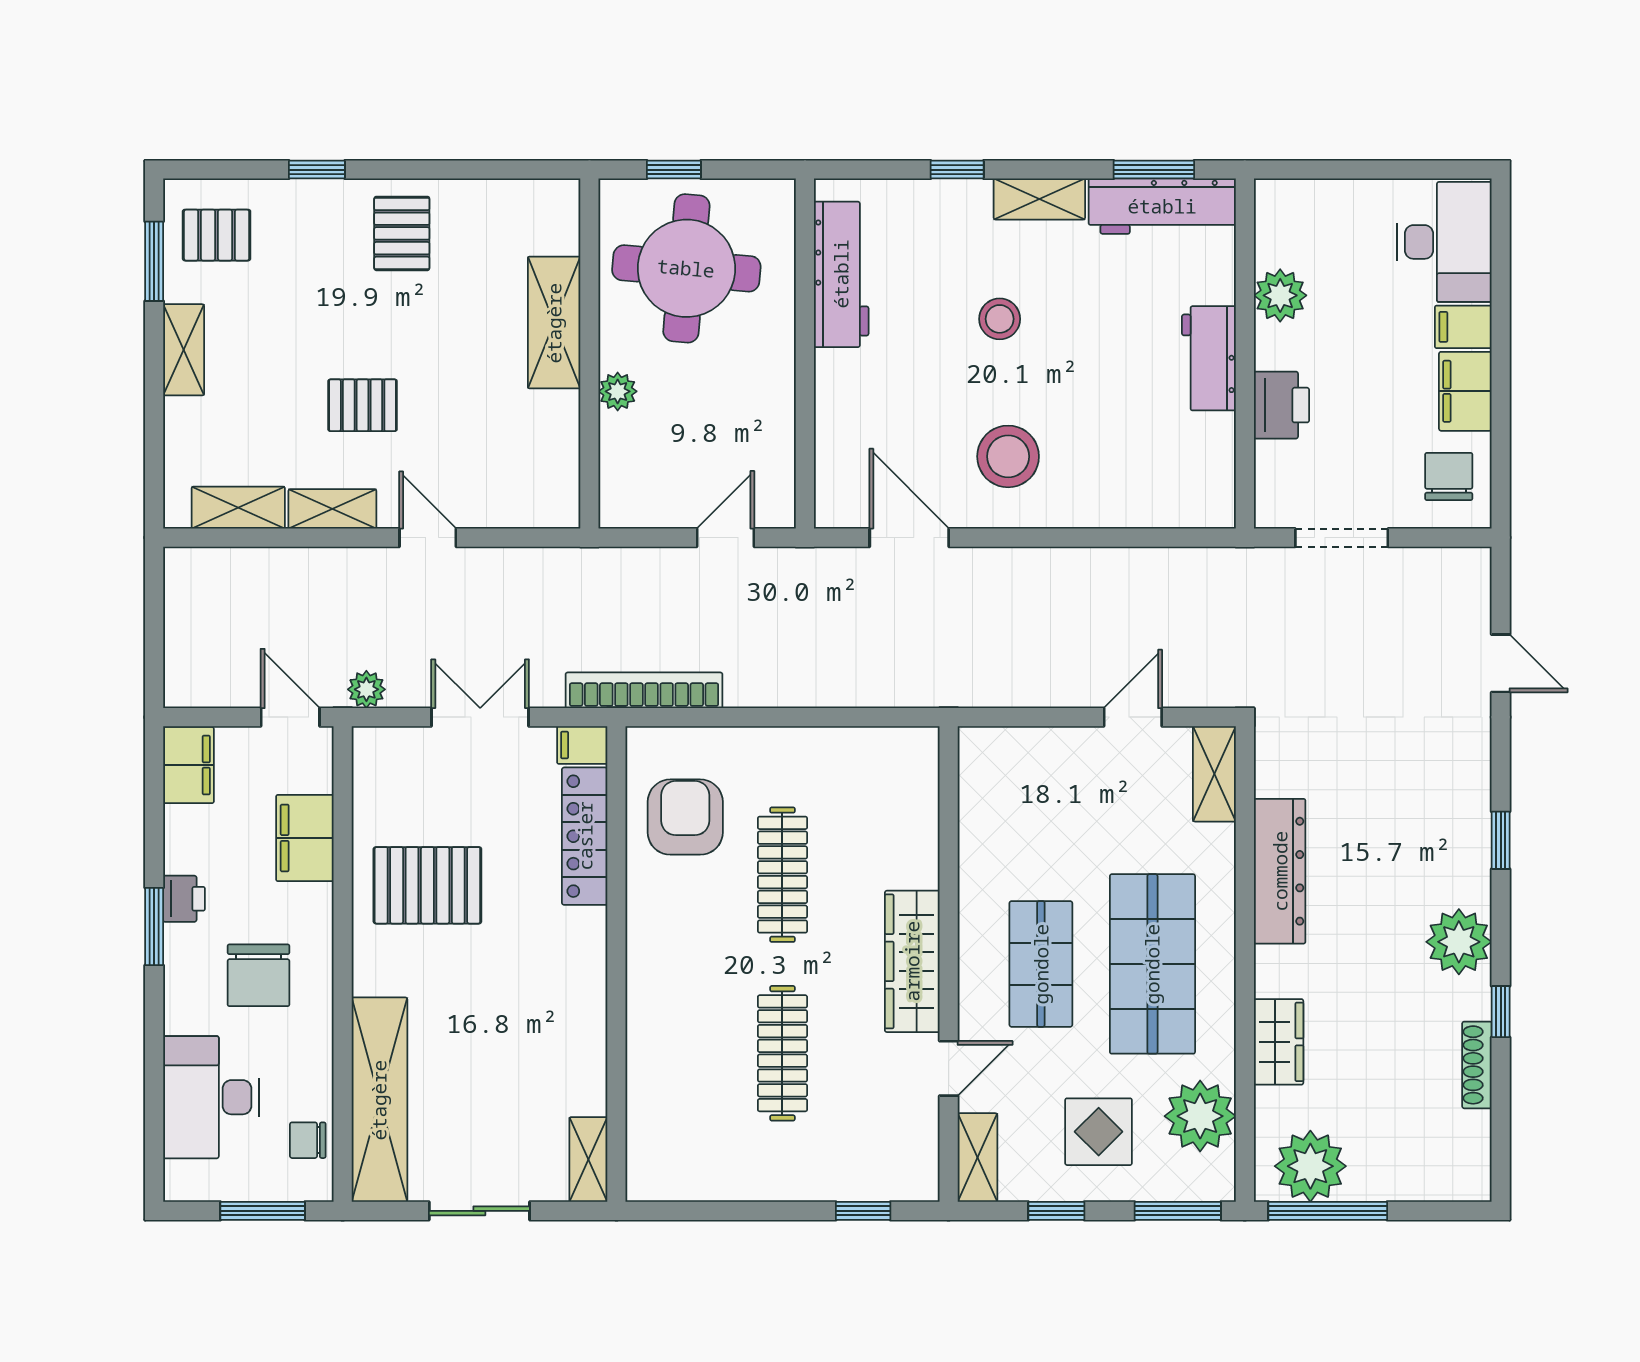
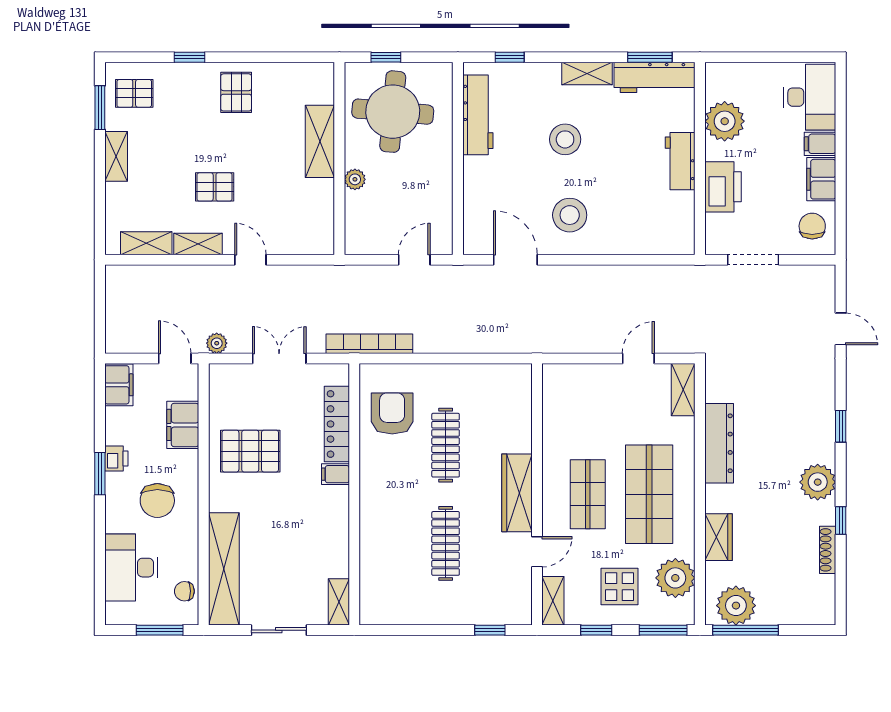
window: (957, 170) -> (510, 57), moved
plant: (1280, 295) -> (725, 121), width x1.36, depth x1.36
stool: (1000, 319) -> (565, 139), width x1.38, depth x1.38
printer: (1281, 405) -> (723, 187), width x1.37, depth x1.19
filing cabinet: (582, 745) -> (335, 474), moved

